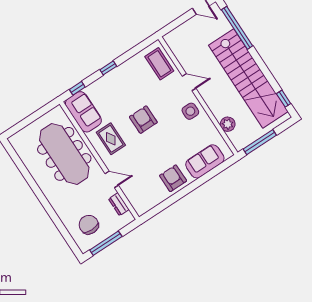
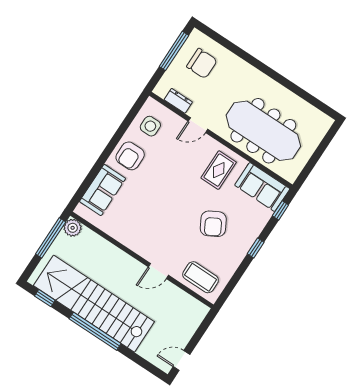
window: (237, 28) -> (95, 331), moved
side table: (190, 111) -> (150, 126), moved
armchair: (143, 120) -> (213, 224), moved, turned 61
plant: (228, 124) -> (73, 228), moved
rug: (111, 139) -> (219, 170), turned 90
armchair: (173, 178) -> (130, 156), turned 90

